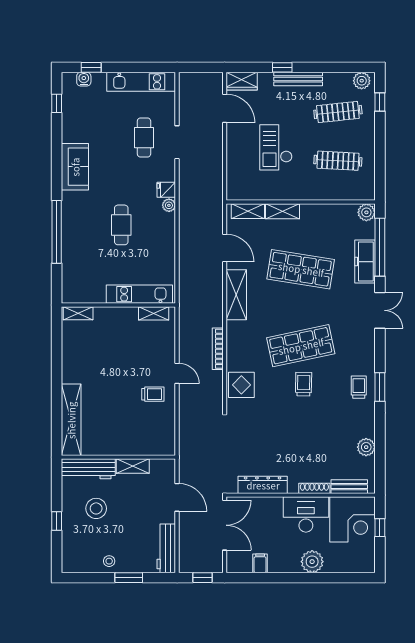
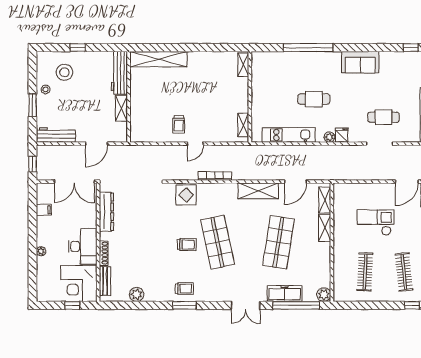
kitchen unit: (139, 294) -> (288, 135), moved, turned -90
stool: (96, 508) -> (64, 72), moved
plant: (312, 562) -> (41, 251), width x0.53, depth x0.53

